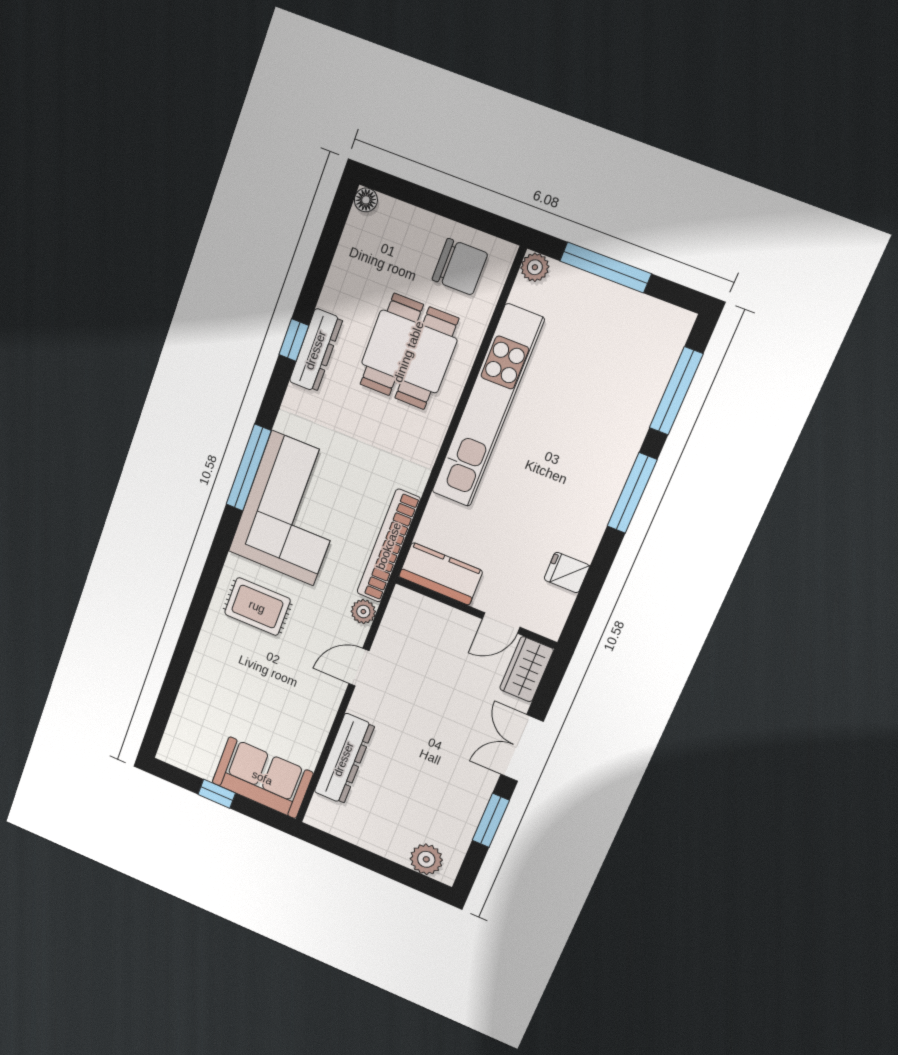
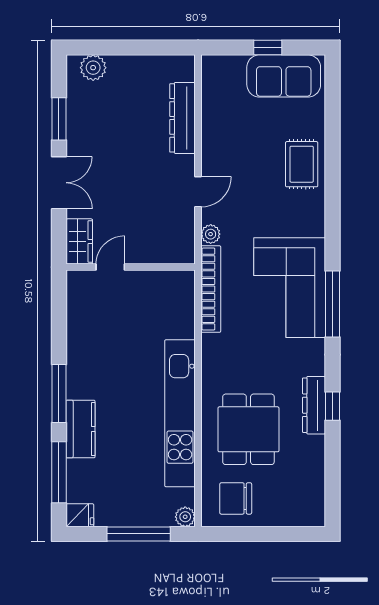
floor lamp: (366, 200) -> (317, 518), removed
fridge: (567, 573) -> (80, 515), moved
kitchen counter: (441, 574) -> (81, 429), moved, turned -90
rug: (257, 607) -> (302, 164), moved, turned 90
sofa: (262, 778) -> (284, 76), moved

